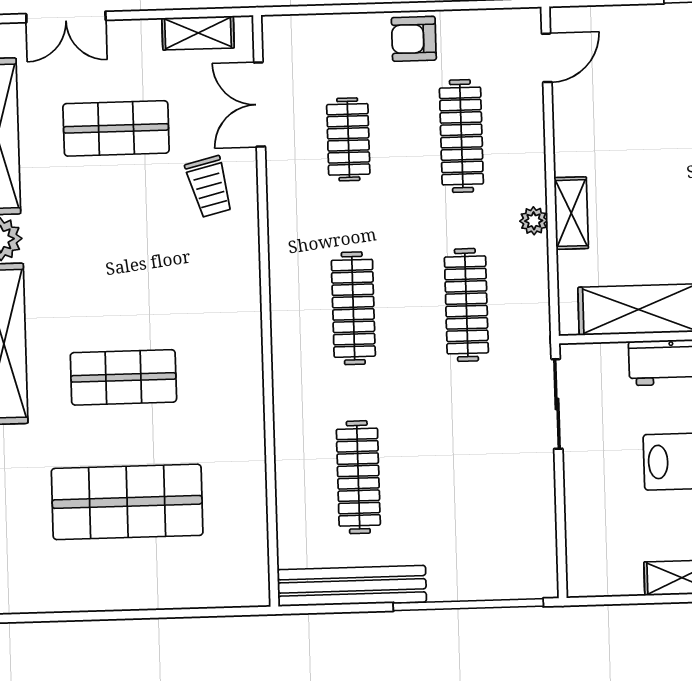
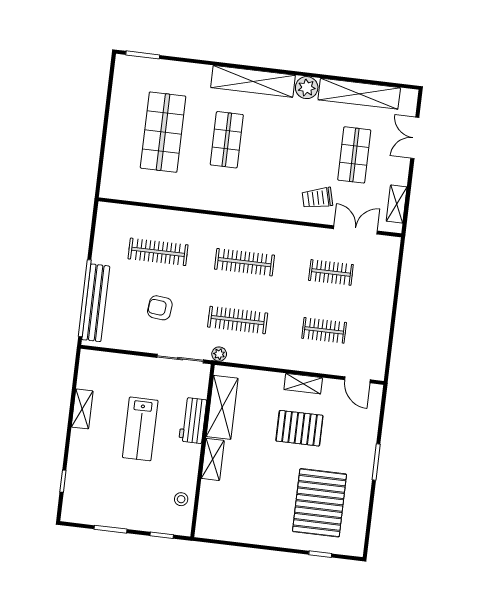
armchair: (414, 39) -> (160, 308), moved, turned -84
clothes rail: (461, 136) -> (324, 330), width x0.73
pallet: (656, 155) -> (299, 428), added
shelving: (571, 213) -> (303, 384), moved
plant: (534, 221) -> (219, 354), moved
bench: (352, 586) -> (96, 303), moved

